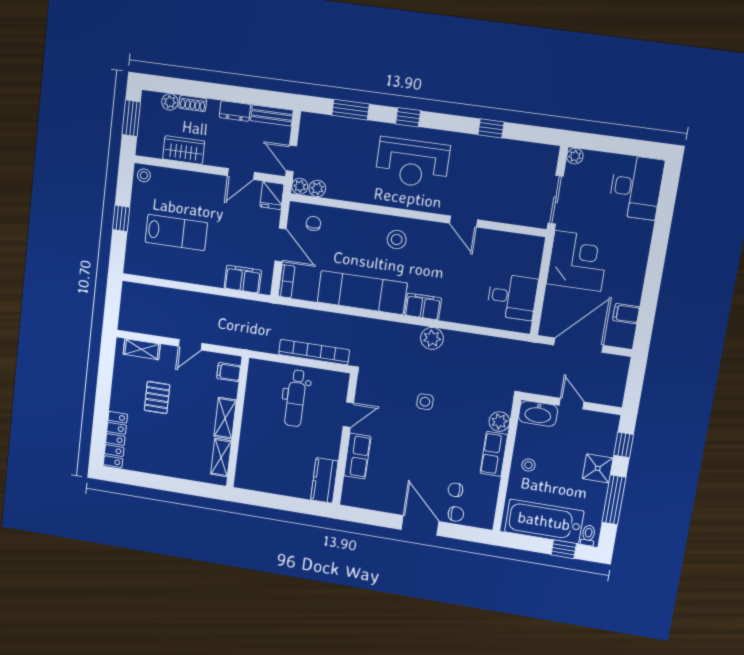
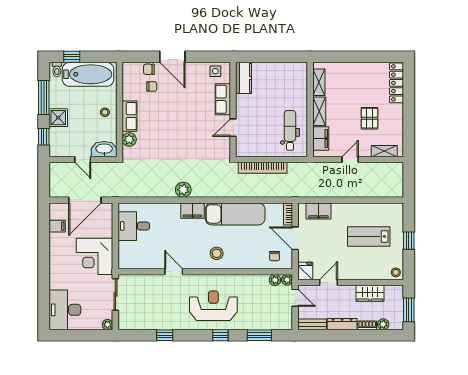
dresser: (235, 111) -> (342, 324), width x1.44
filing cabinet: (229, 372) -> (321, 138), width x2.00
dental chair: (296, 398) -> (290, 130), moved
side table: (425, 402) -> (215, 71), moved

